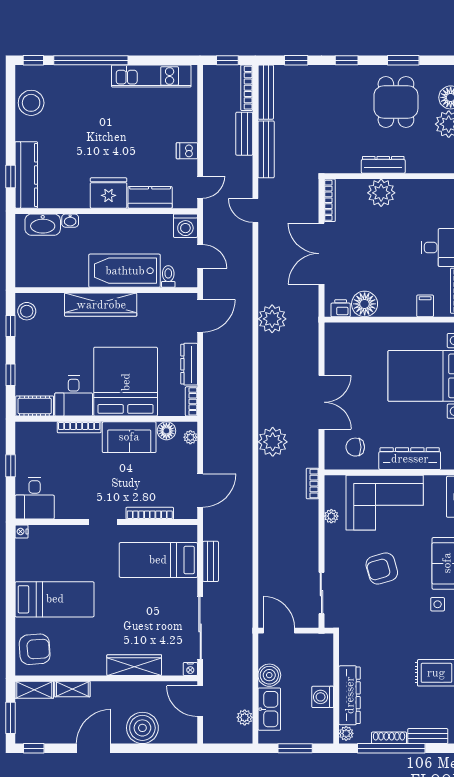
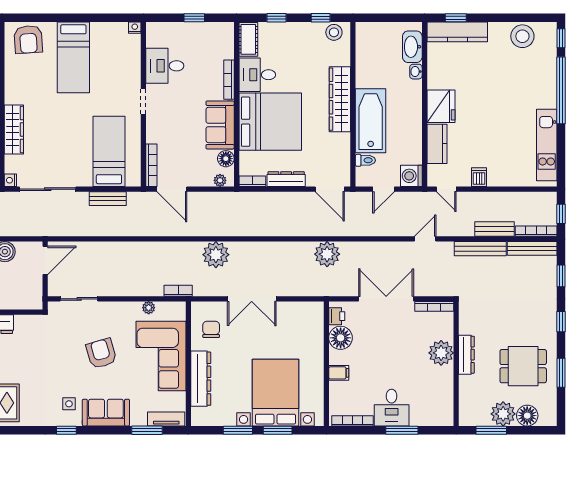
filing cabinet: (425, 306) -> (339, 373), moved
desk: (35, 498) -> (165, 66), moved
bookcase: (150, 513) -> (151, 165), moved

